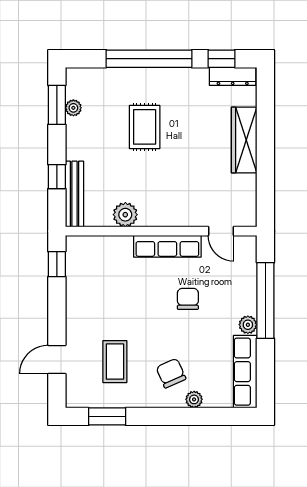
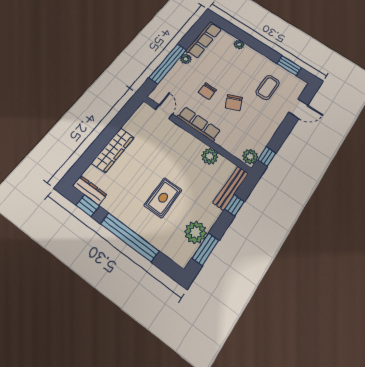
plant: (73, 108) -> (195, 232), width x1.87, depth x1.87
plant: (77, 250) -> (250, 157), added
chair: (171, 373) -> (234, 103), moved

